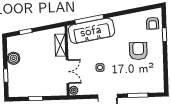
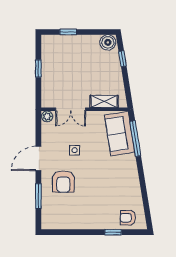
sofa: (91, 31) -> (120, 134), width x0.73
armchair: (138, 51) -> (63, 182), moved, turned 90
boiler: (14, 58) -> (108, 42), moved

